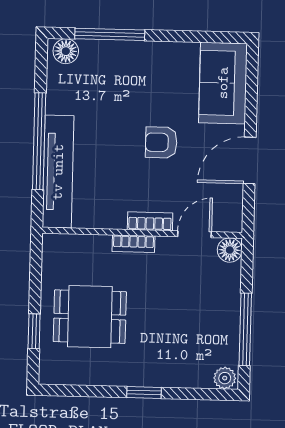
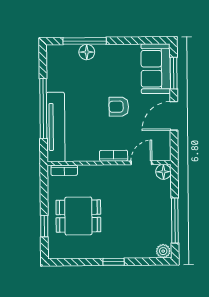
floor lamp: (66, 51) -> (87, 52), moved
window: (252, 91) -> (174, 73), added
bookcase: (133, 244) -> (64, 170), moved

